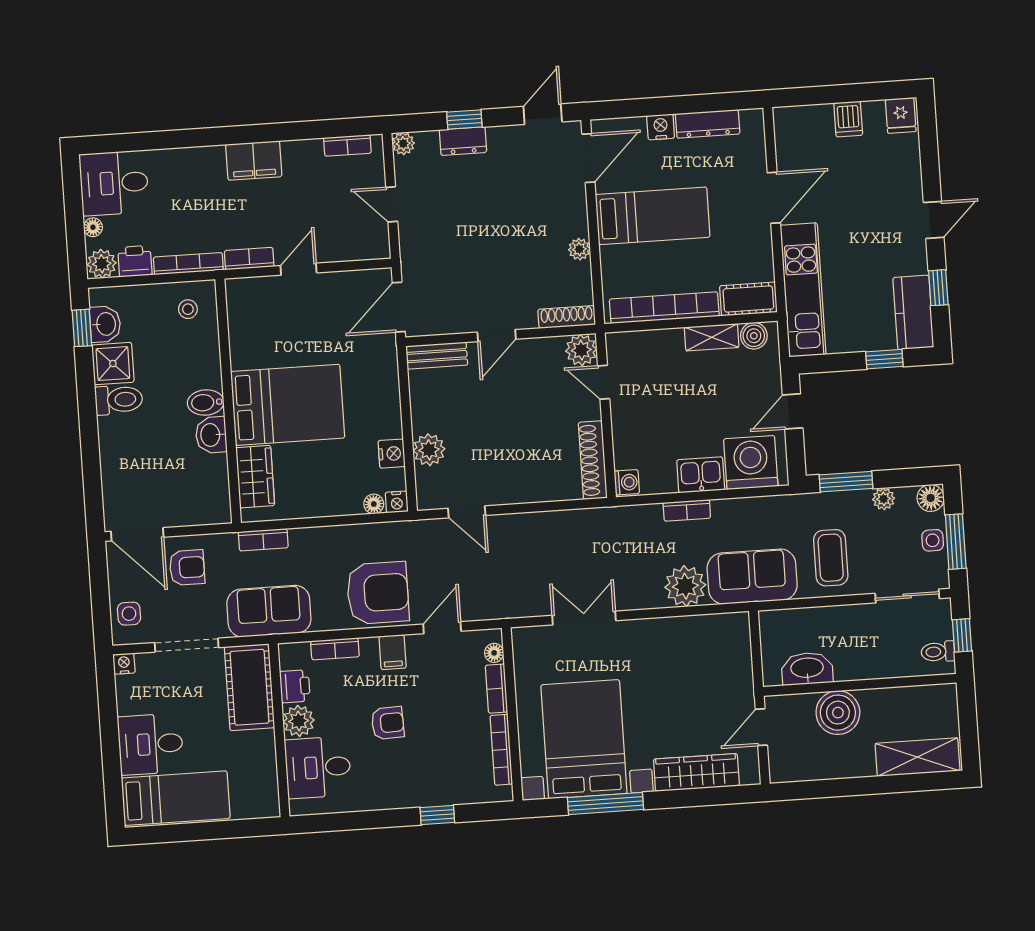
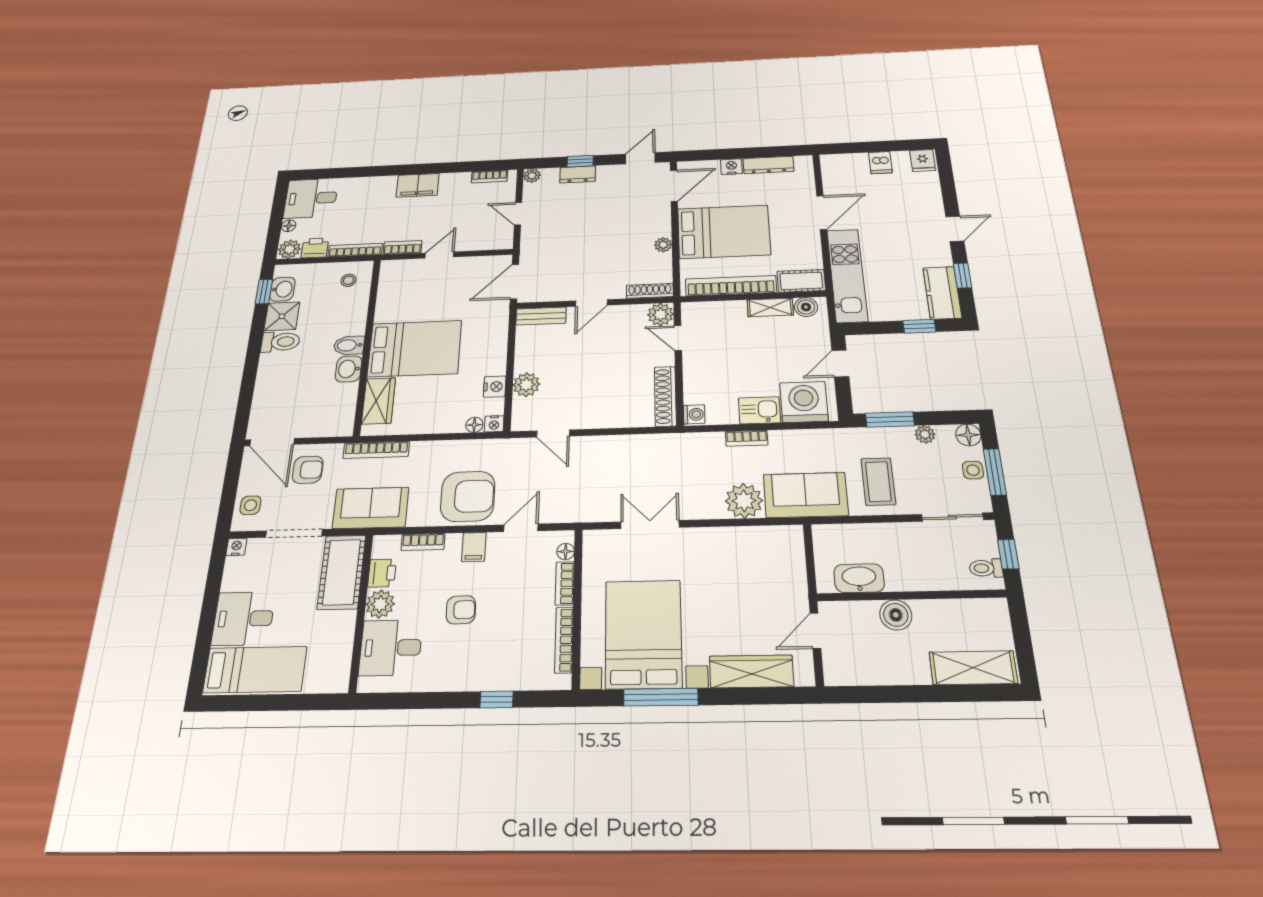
bed: (653, 216) -> (724, 232), width x1.50
bookcase: (263, 540) -> (376, 450), width x1.56
boiler: (838, 713) -> (896, 615), width x0.73, depth x0.73

